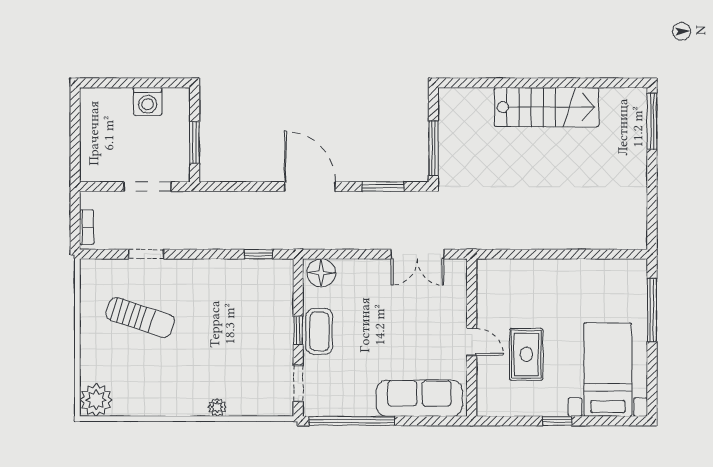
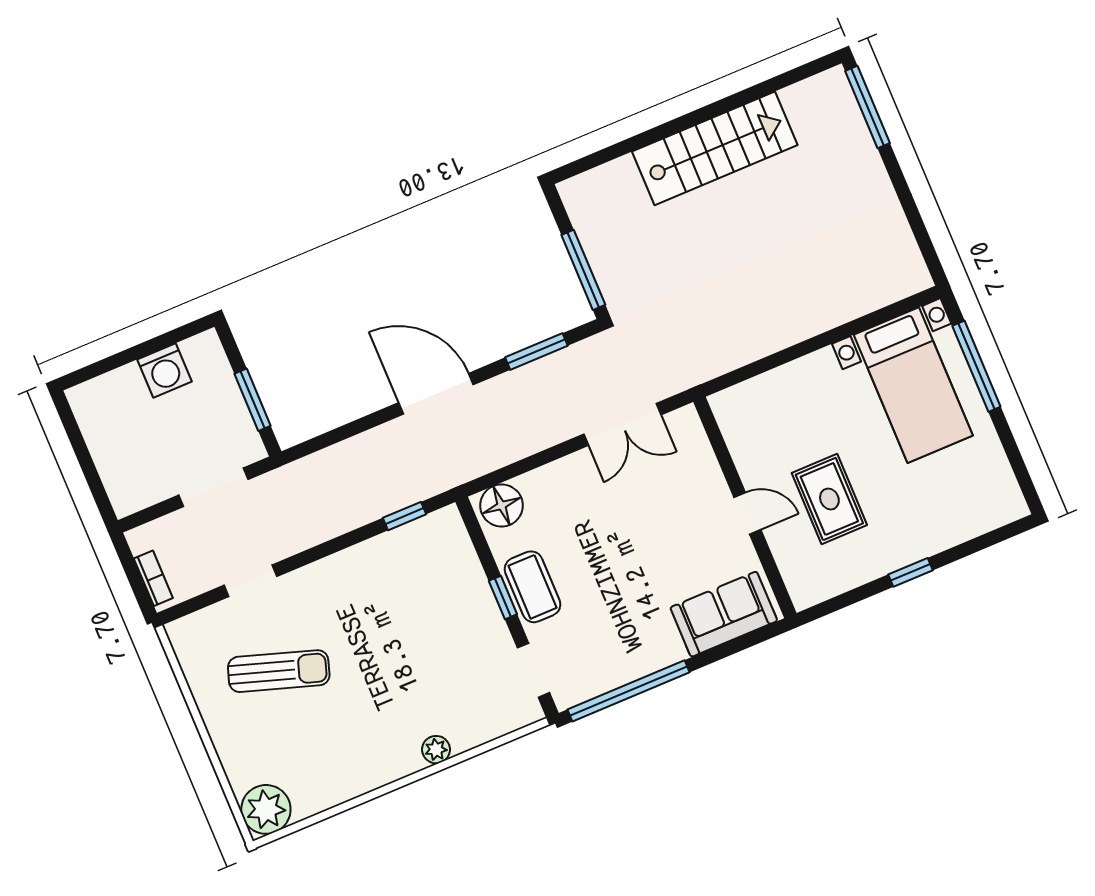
bed with nightstands: (608, 370) -> (913, 385), moved, turned 180
sofa: (419, 398) -> (724, 614), width x0.73

